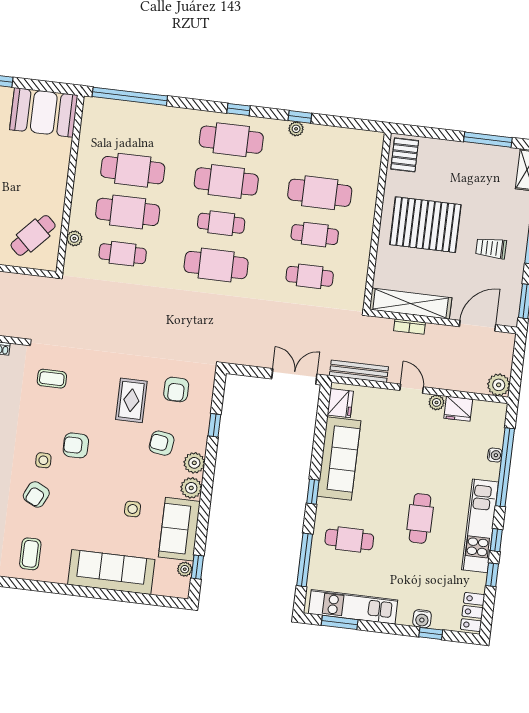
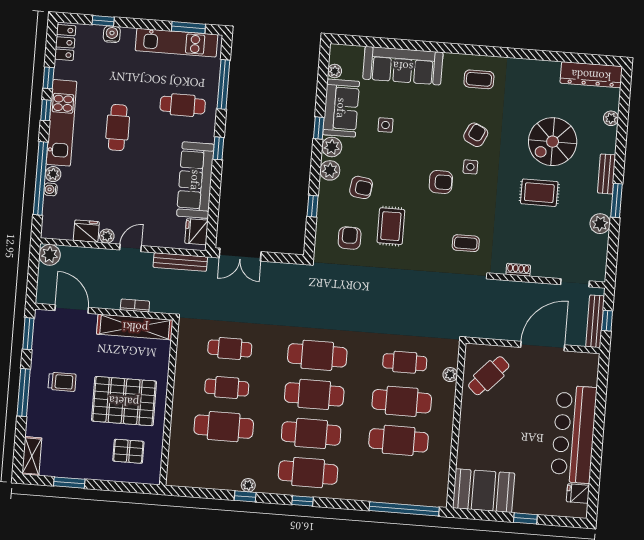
window: (488, 140) -> (69, 483), width x0.69
pallet: (405, 155) -> (128, 451), moved, turned 90
cafe table: (221, 223) -> (314, 394), width x1.37, depth x1.35
door: (477, 326) -> (72, 309), swing flipped
door: (412, 389) -> (131, 248), swing flipped
plant: (491, 471) -> (53, 174), added
coffee table: (30, 554) -> (479, 79), turned 90
window: (197, 567) -> (319, 128), moved

